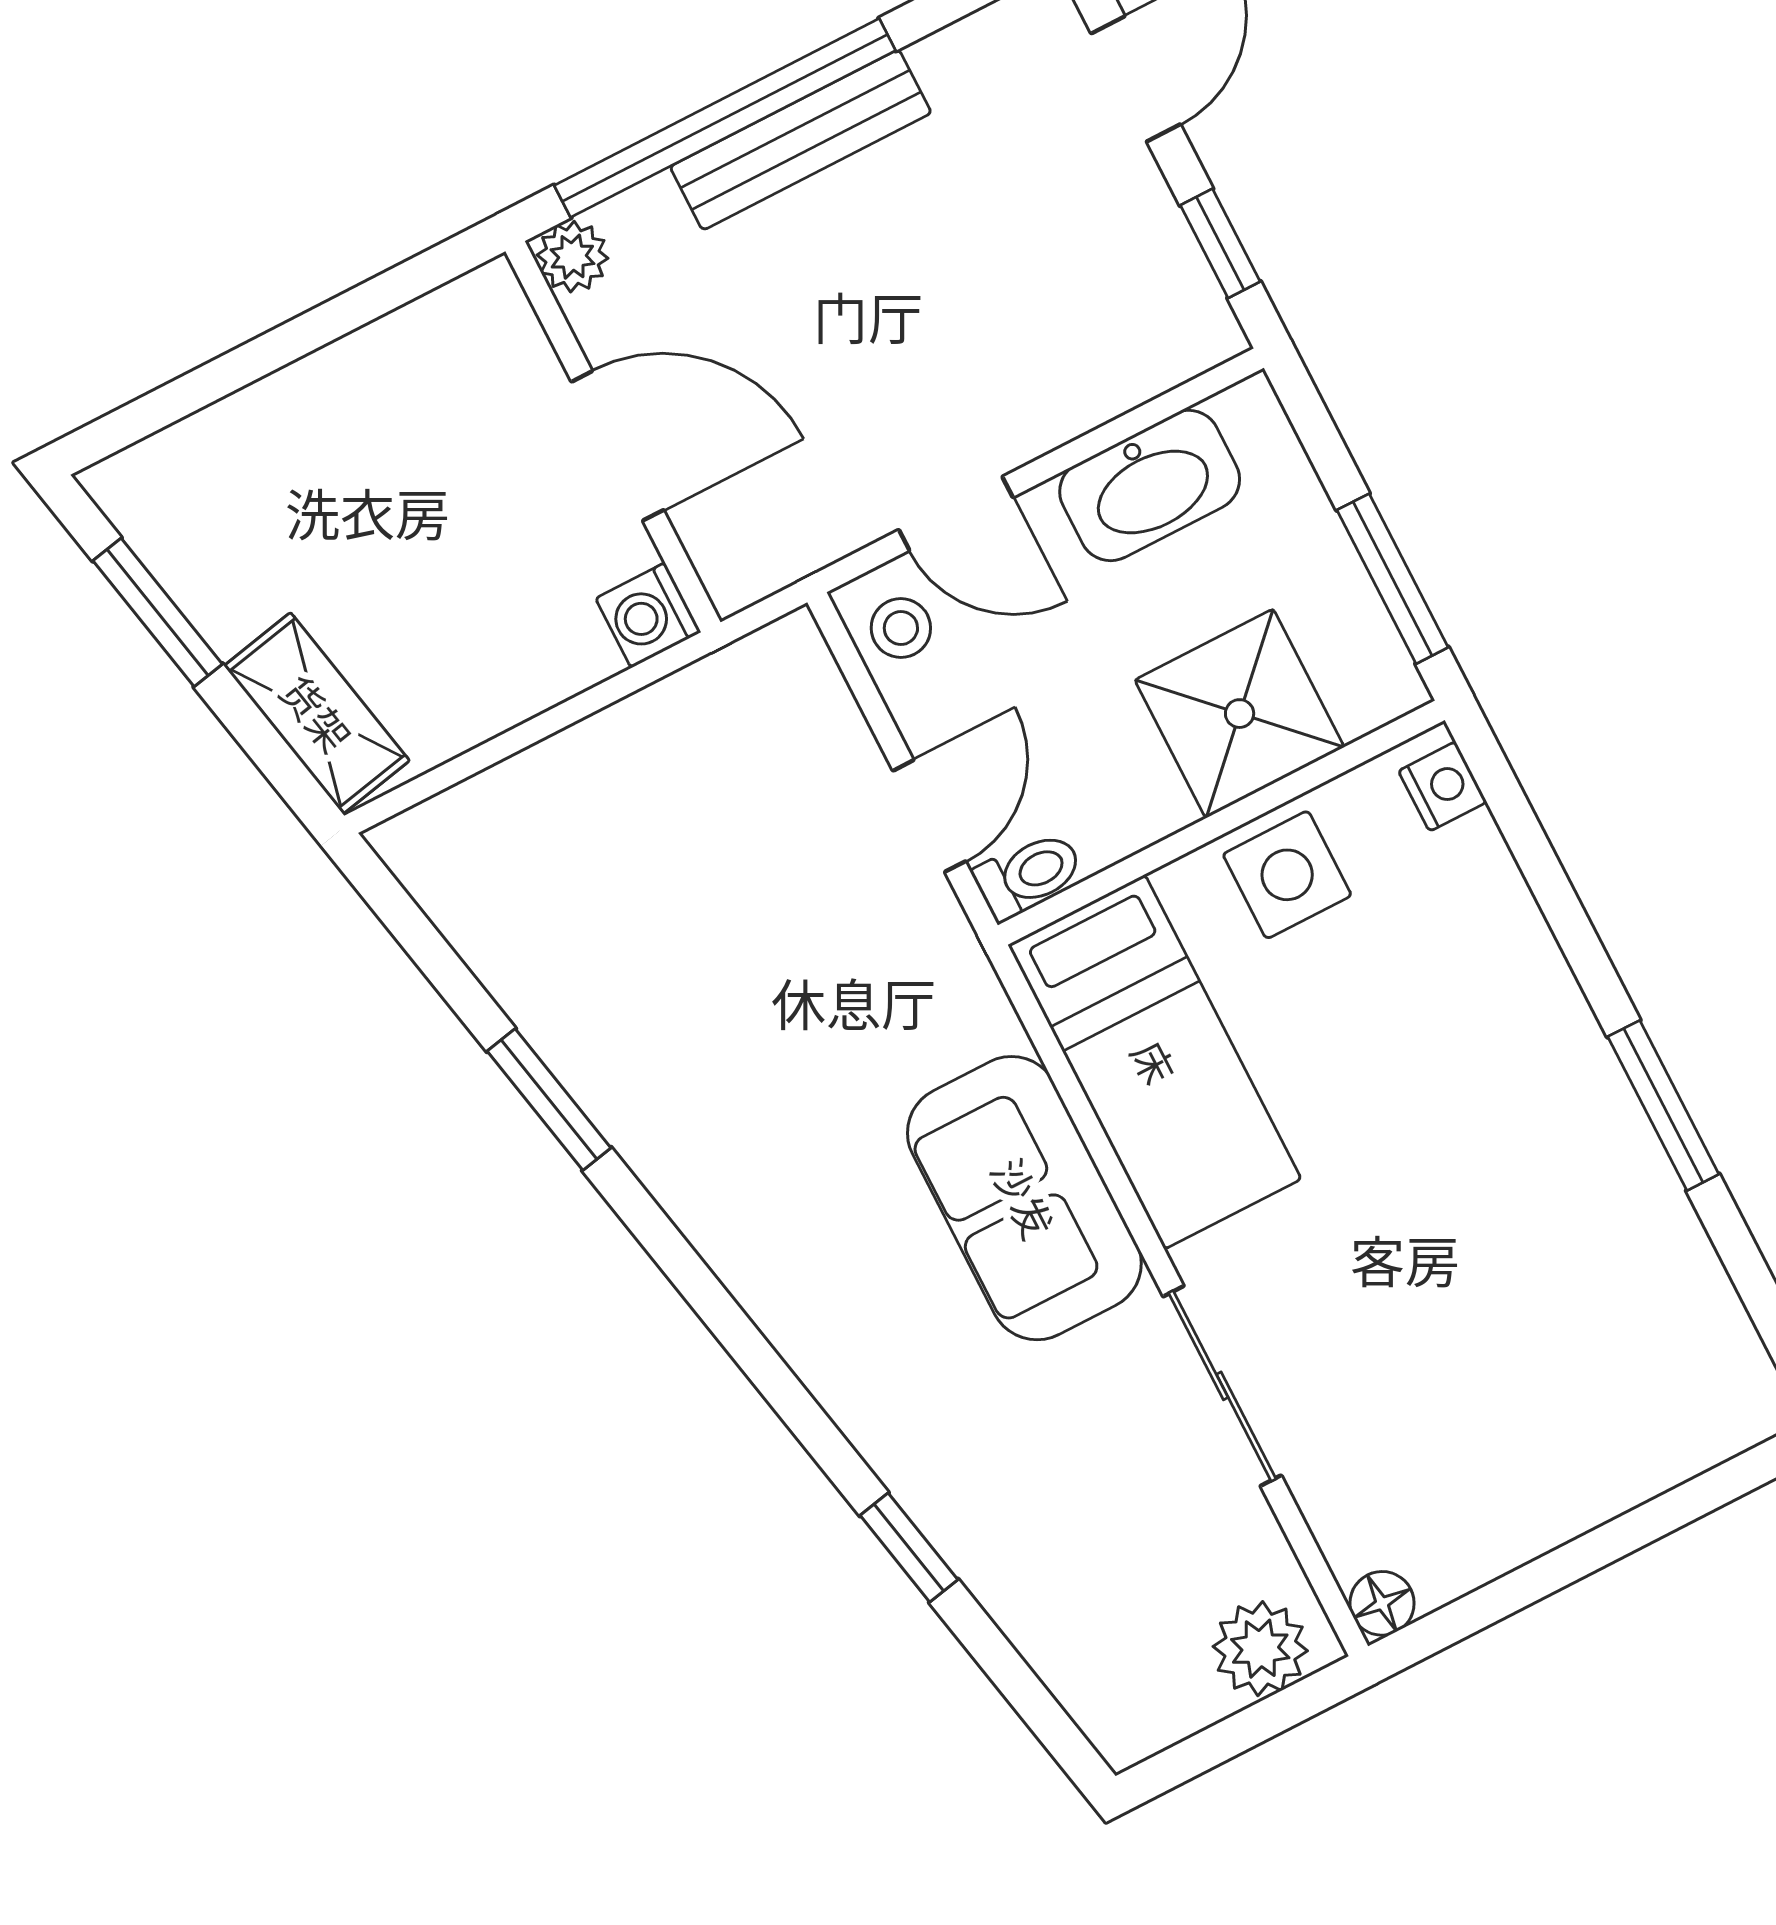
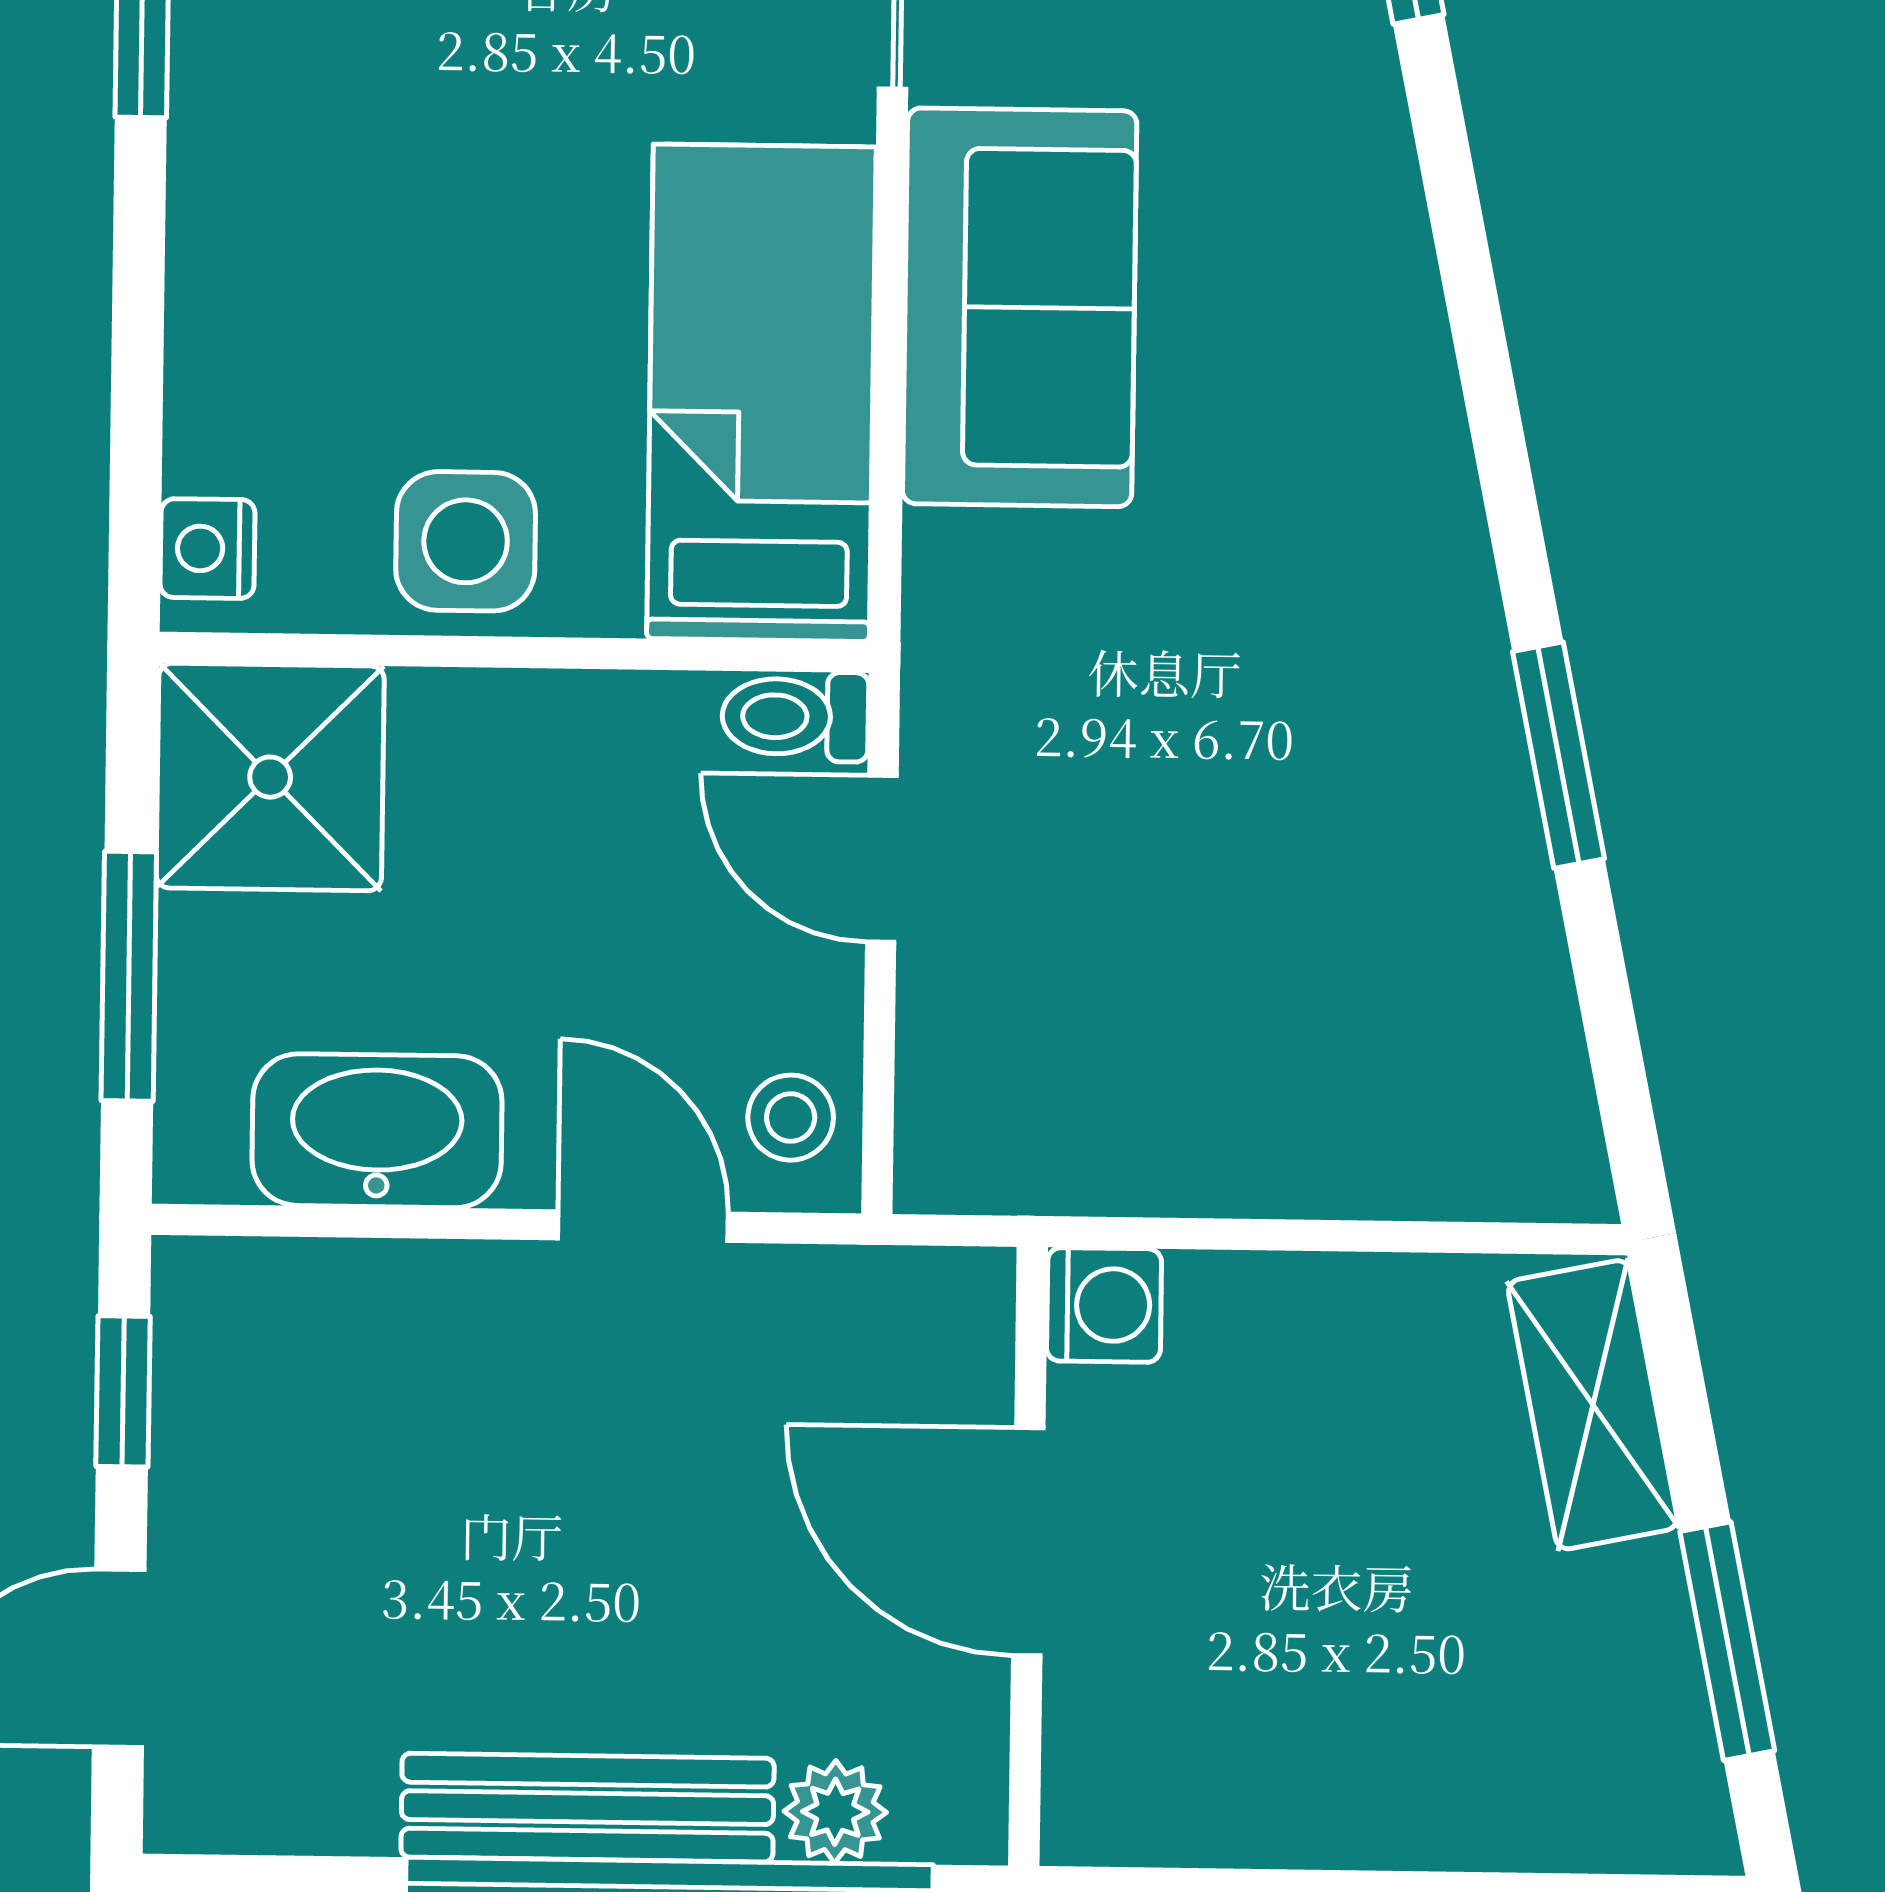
plant: (572, 257) -> (835, 1812), moved
window: (1393, 579) -> (129, 976), moved
shower: (1240, 714) -> (270, 777), moved
door: (929, 816) -> (882, 859), hinge flipped

